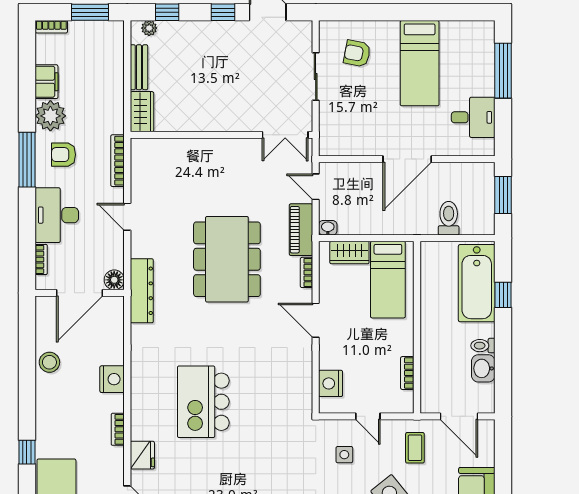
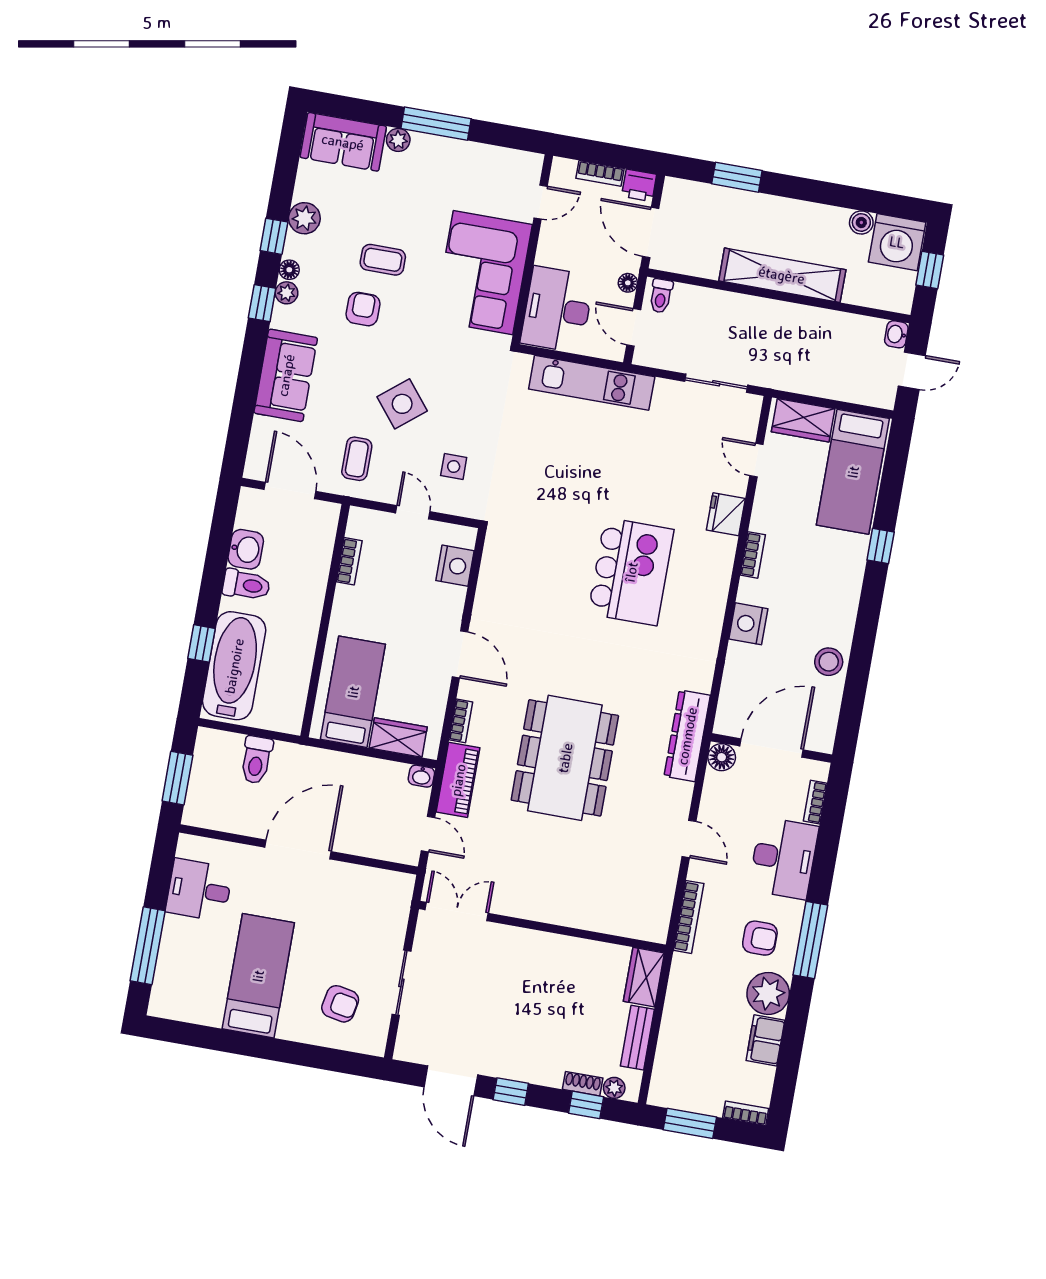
shoe rack: (172, 27) -> (583, 1084), added
toilet: (483, 346) -> (246, 585), width x1.37, depth x1.39

